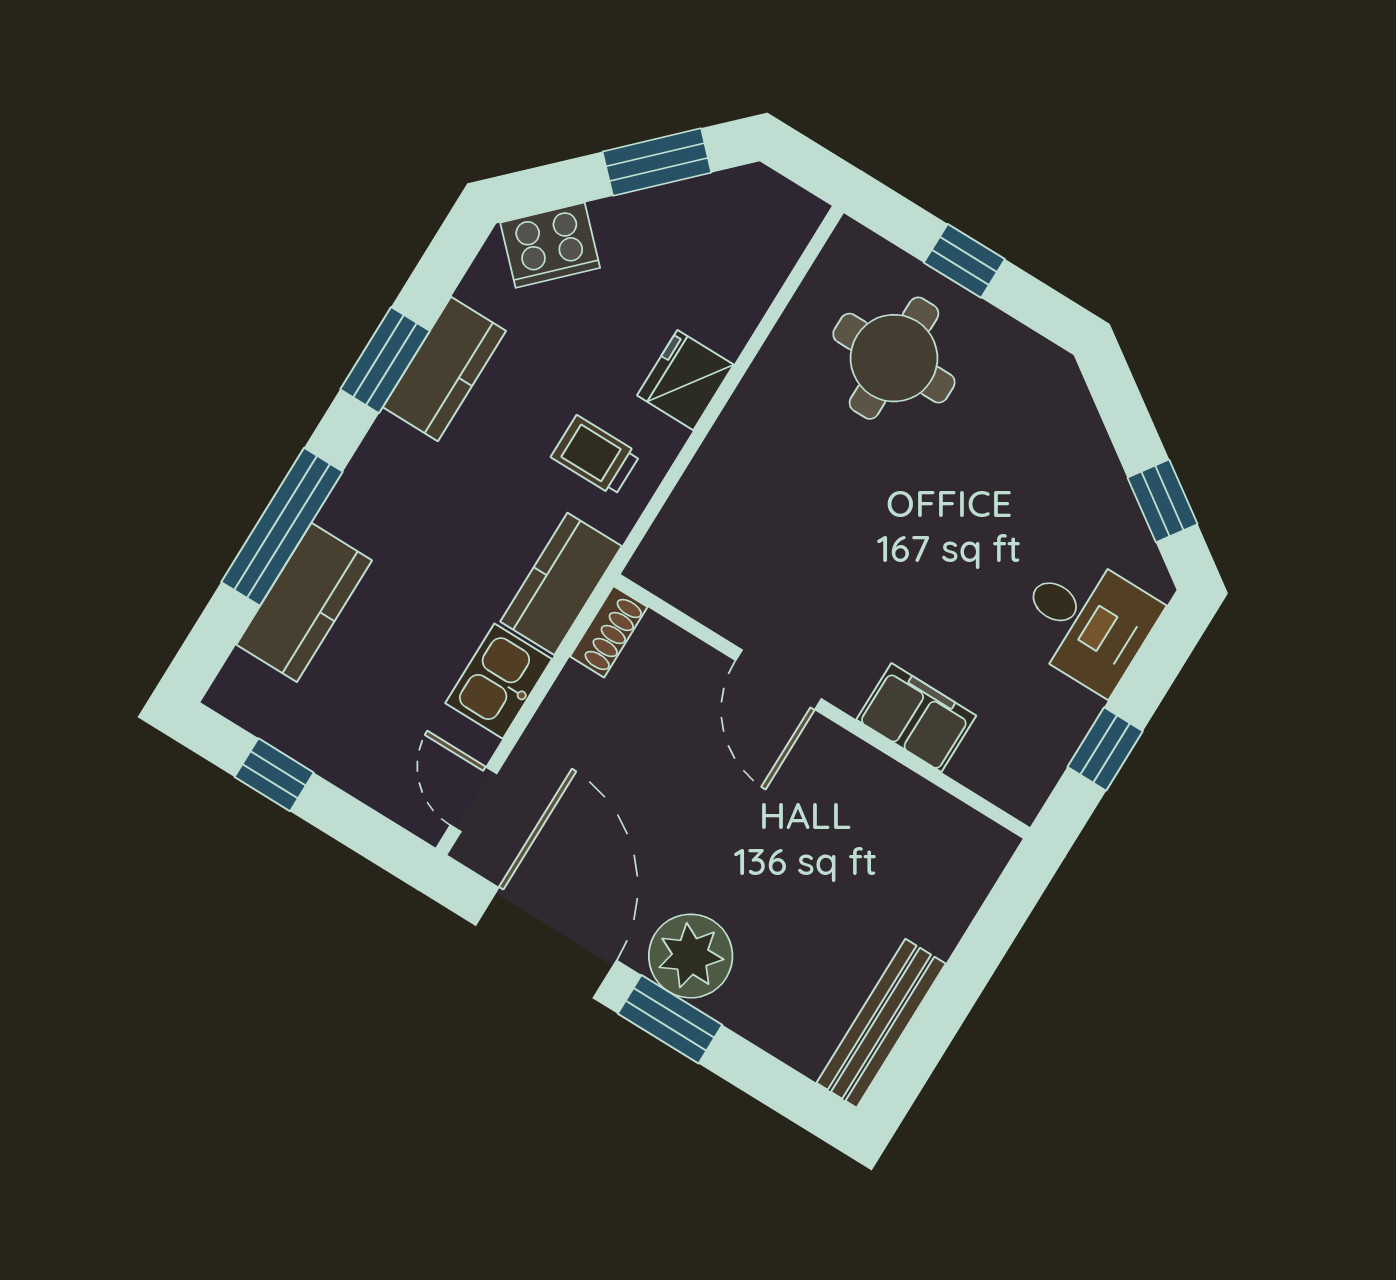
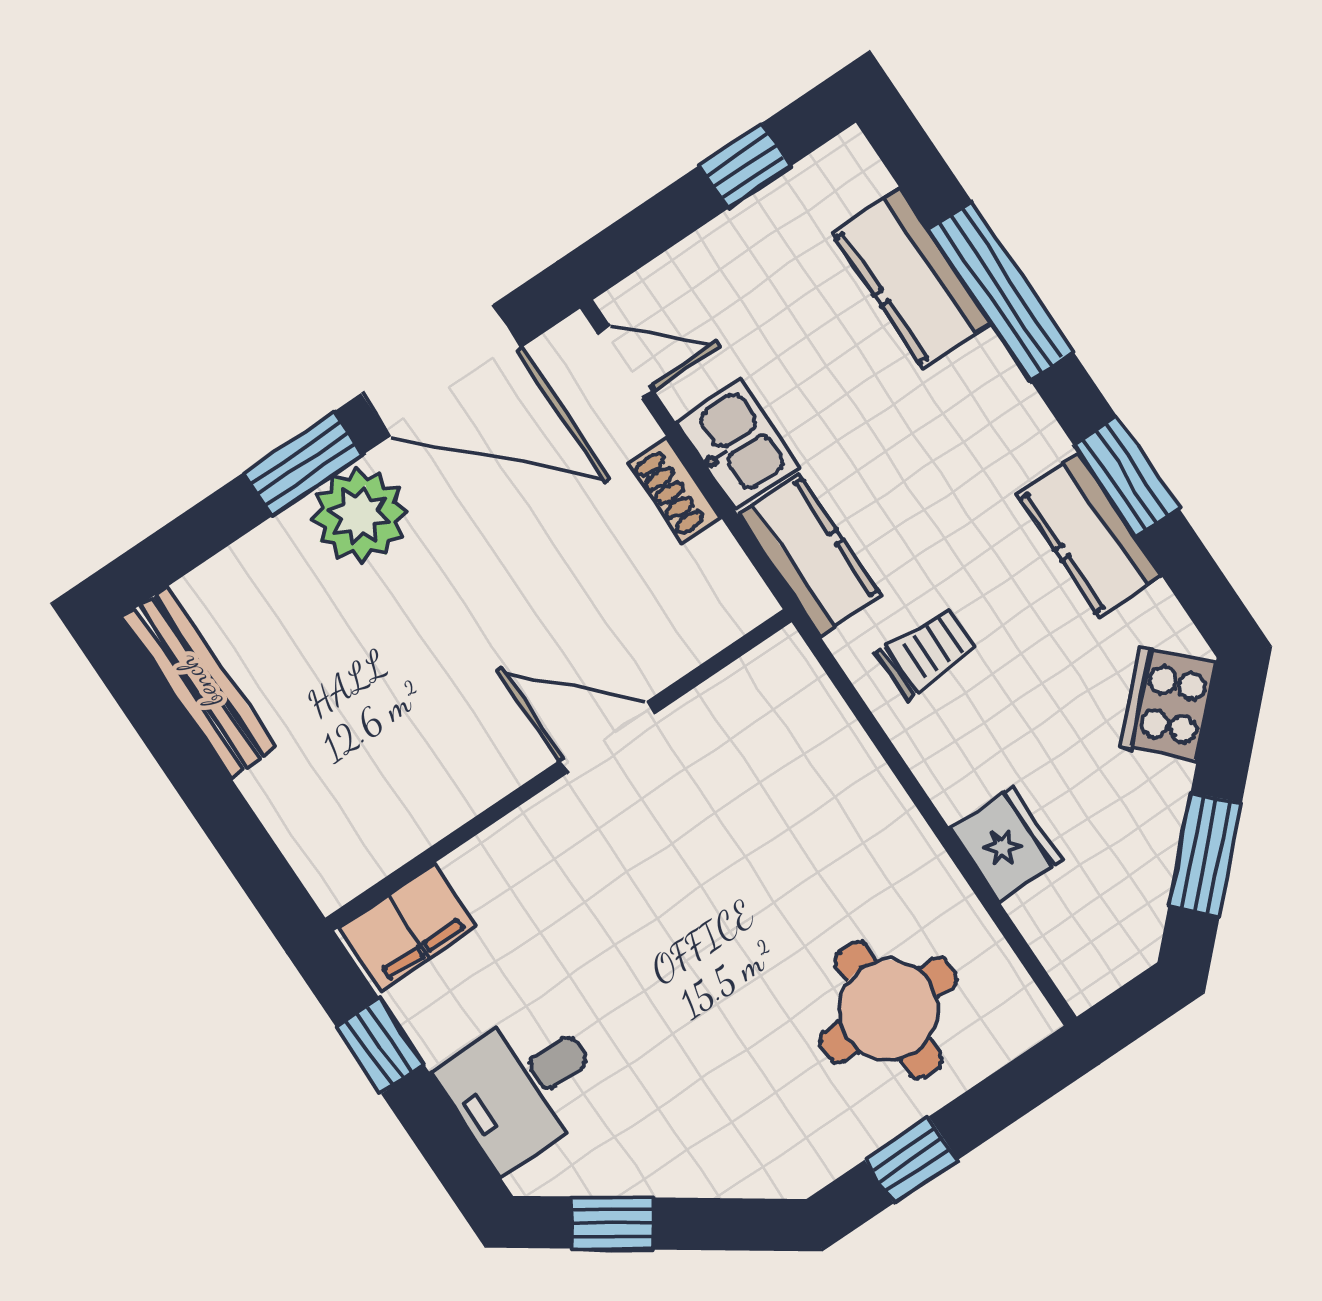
window: (964, 261) -> (911, 1160), moved
fridge: (685, 380) -> (1006, 844), moved
shoe rack: (609, 632) -> (675, 490), moved
filing cabinet: (916, 718) -> (408, 927), moved

